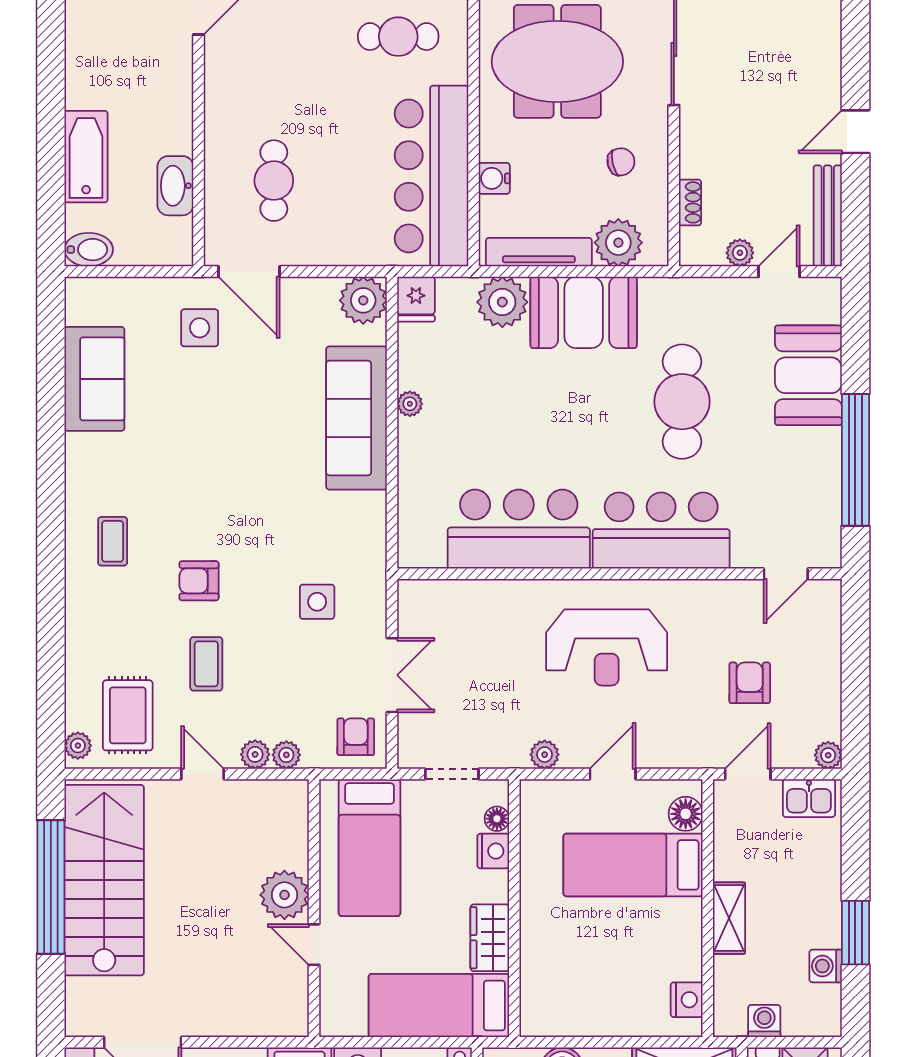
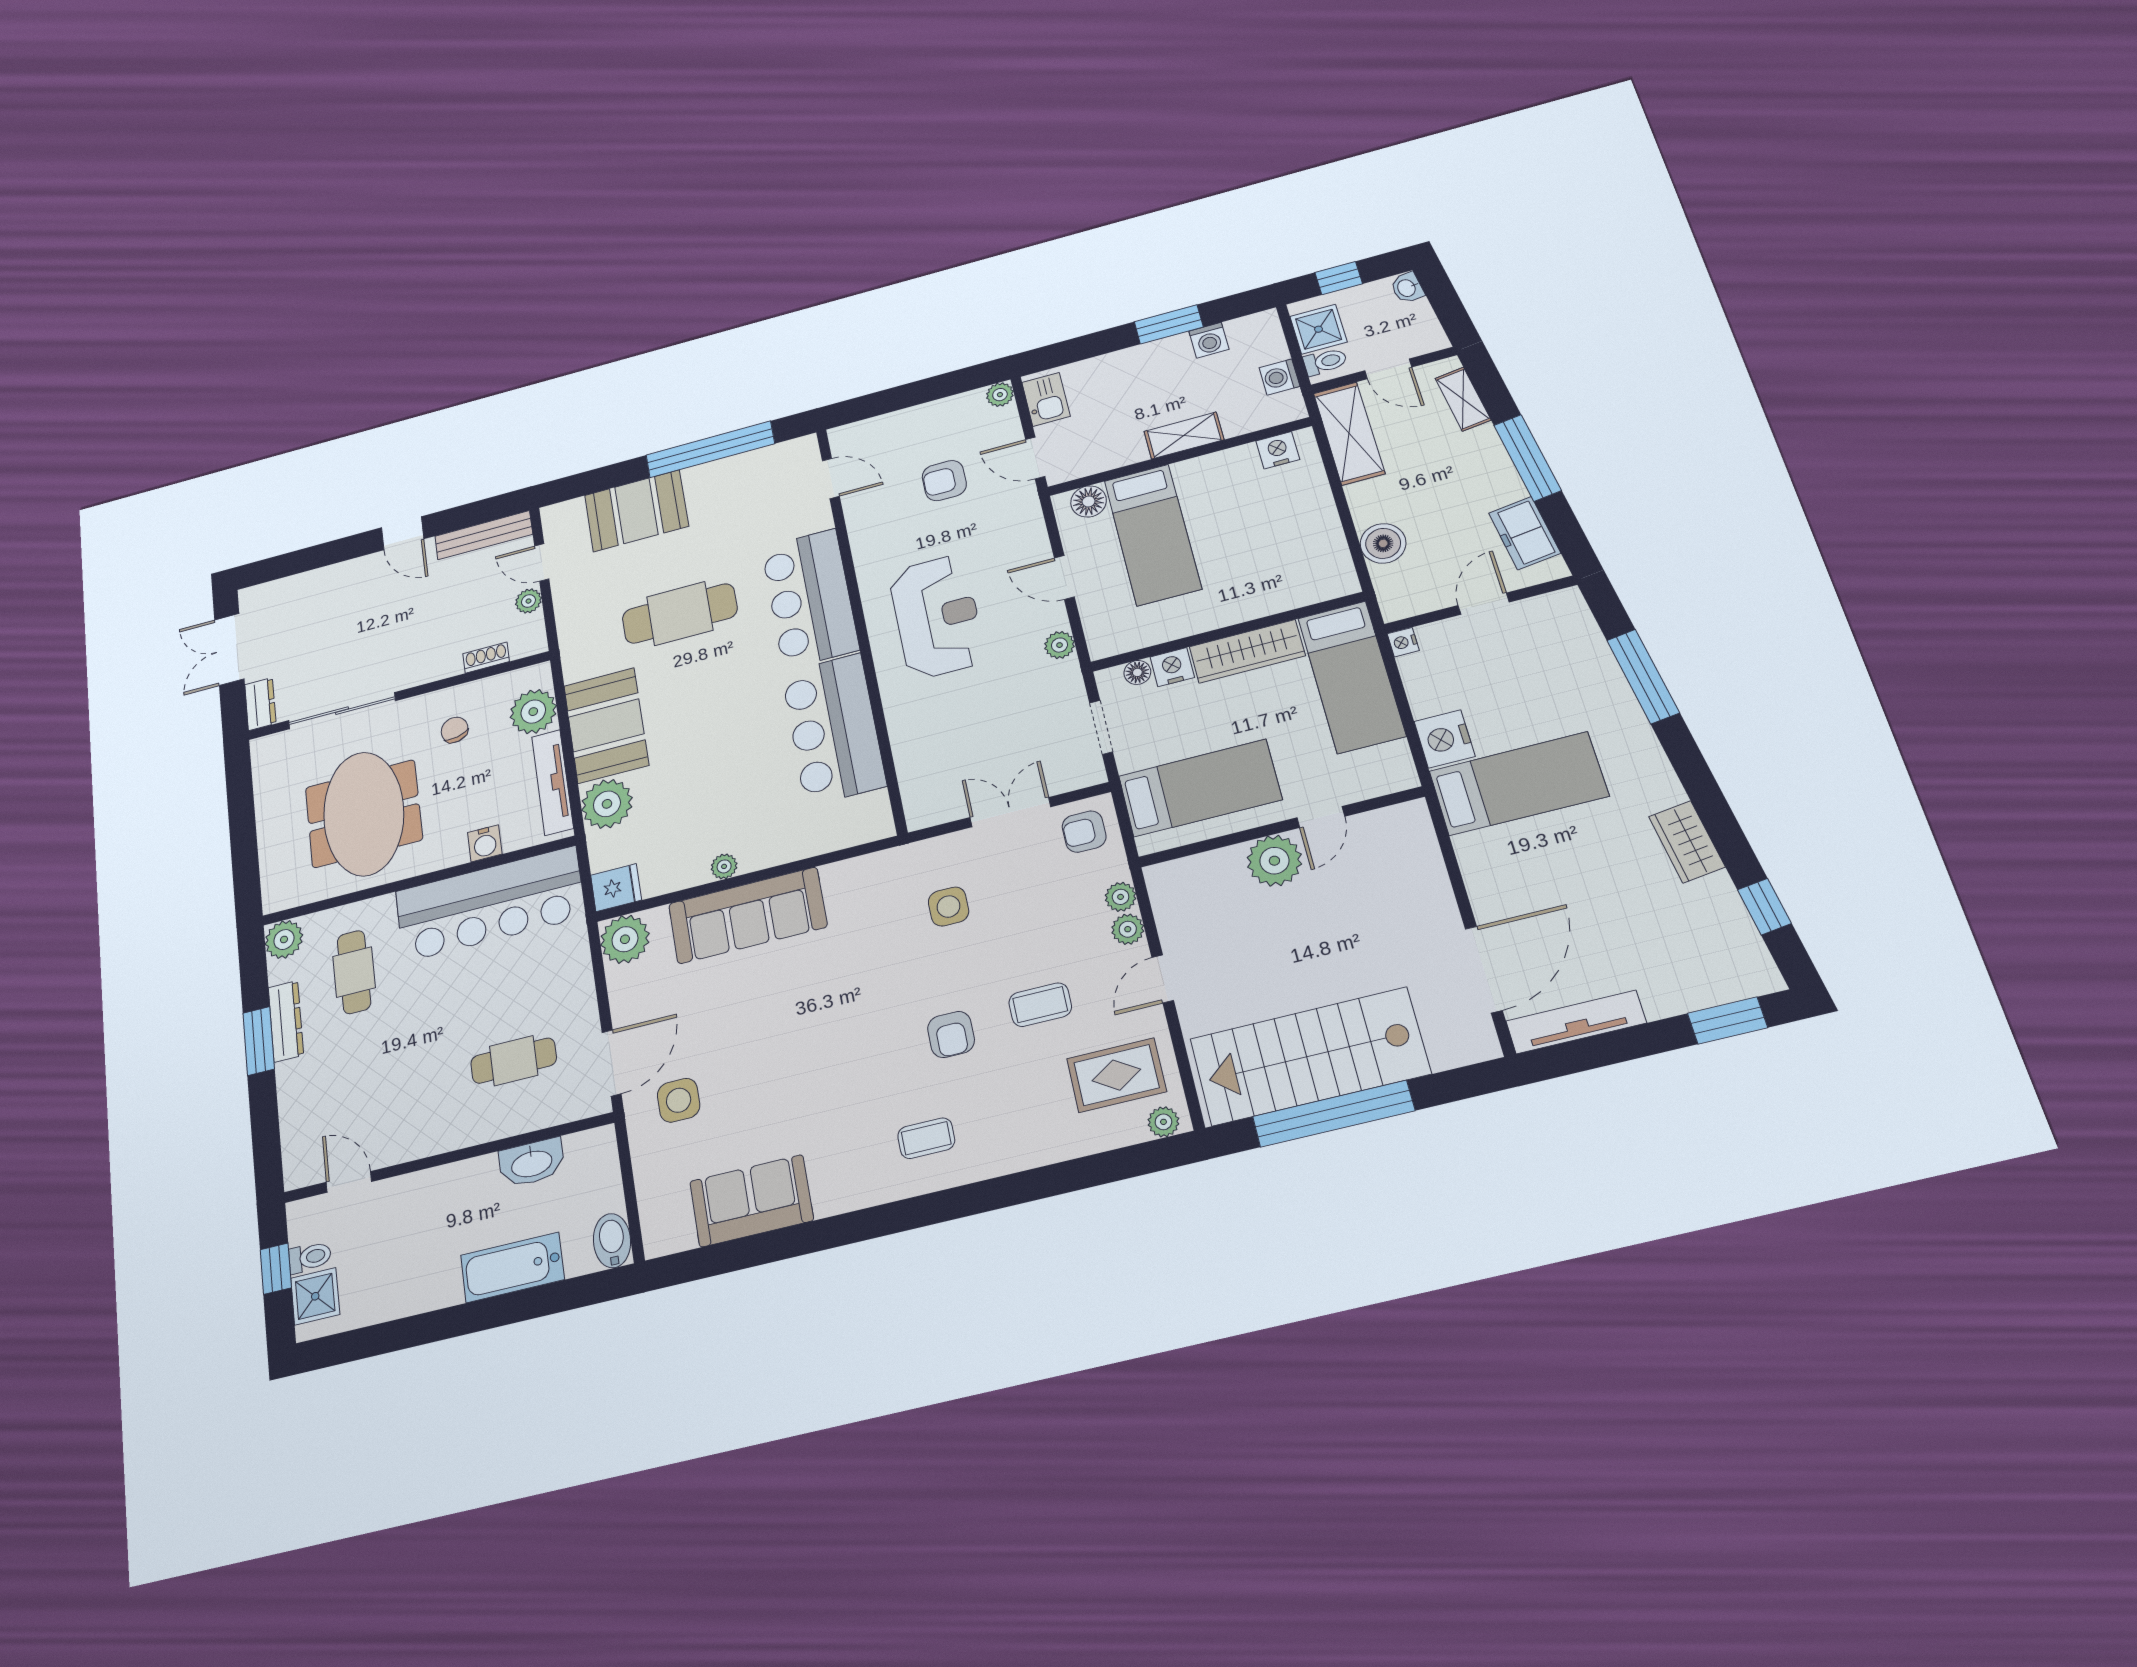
wardrobe: (490, 938) -> (1247, 651), width x1.50

